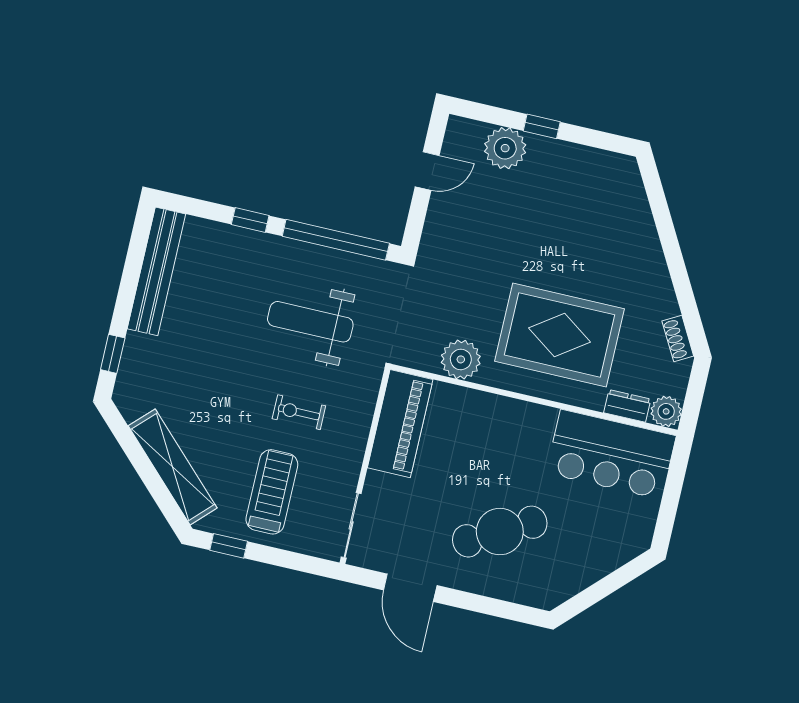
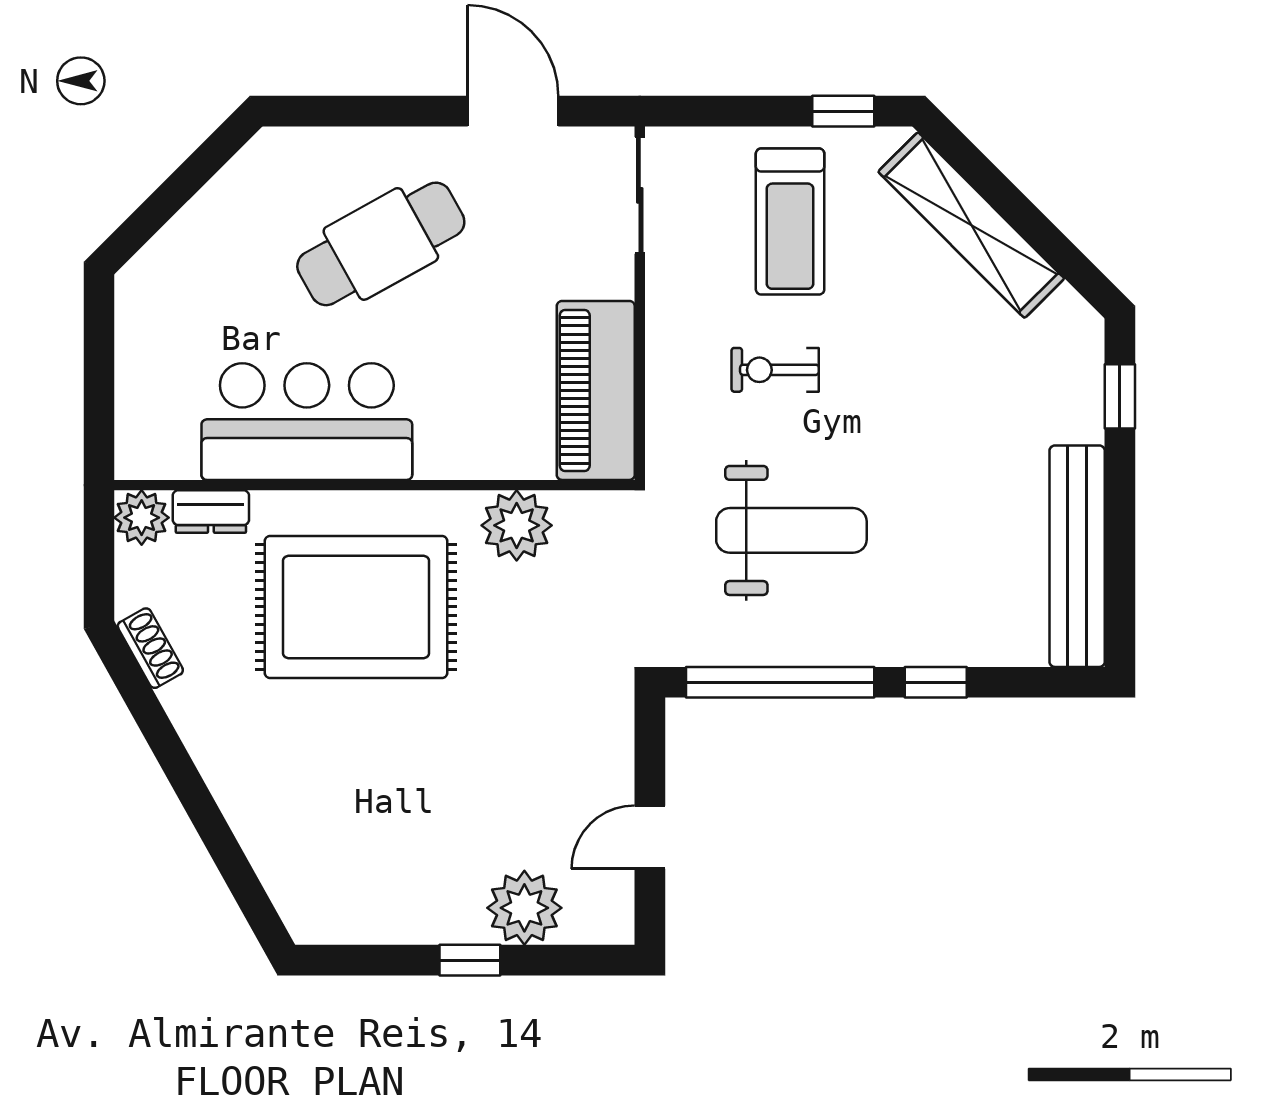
exercise bike: (299, 412) -> (775, 370), turned 180
bar counter: (611, 454) -> (307, 422), moved

